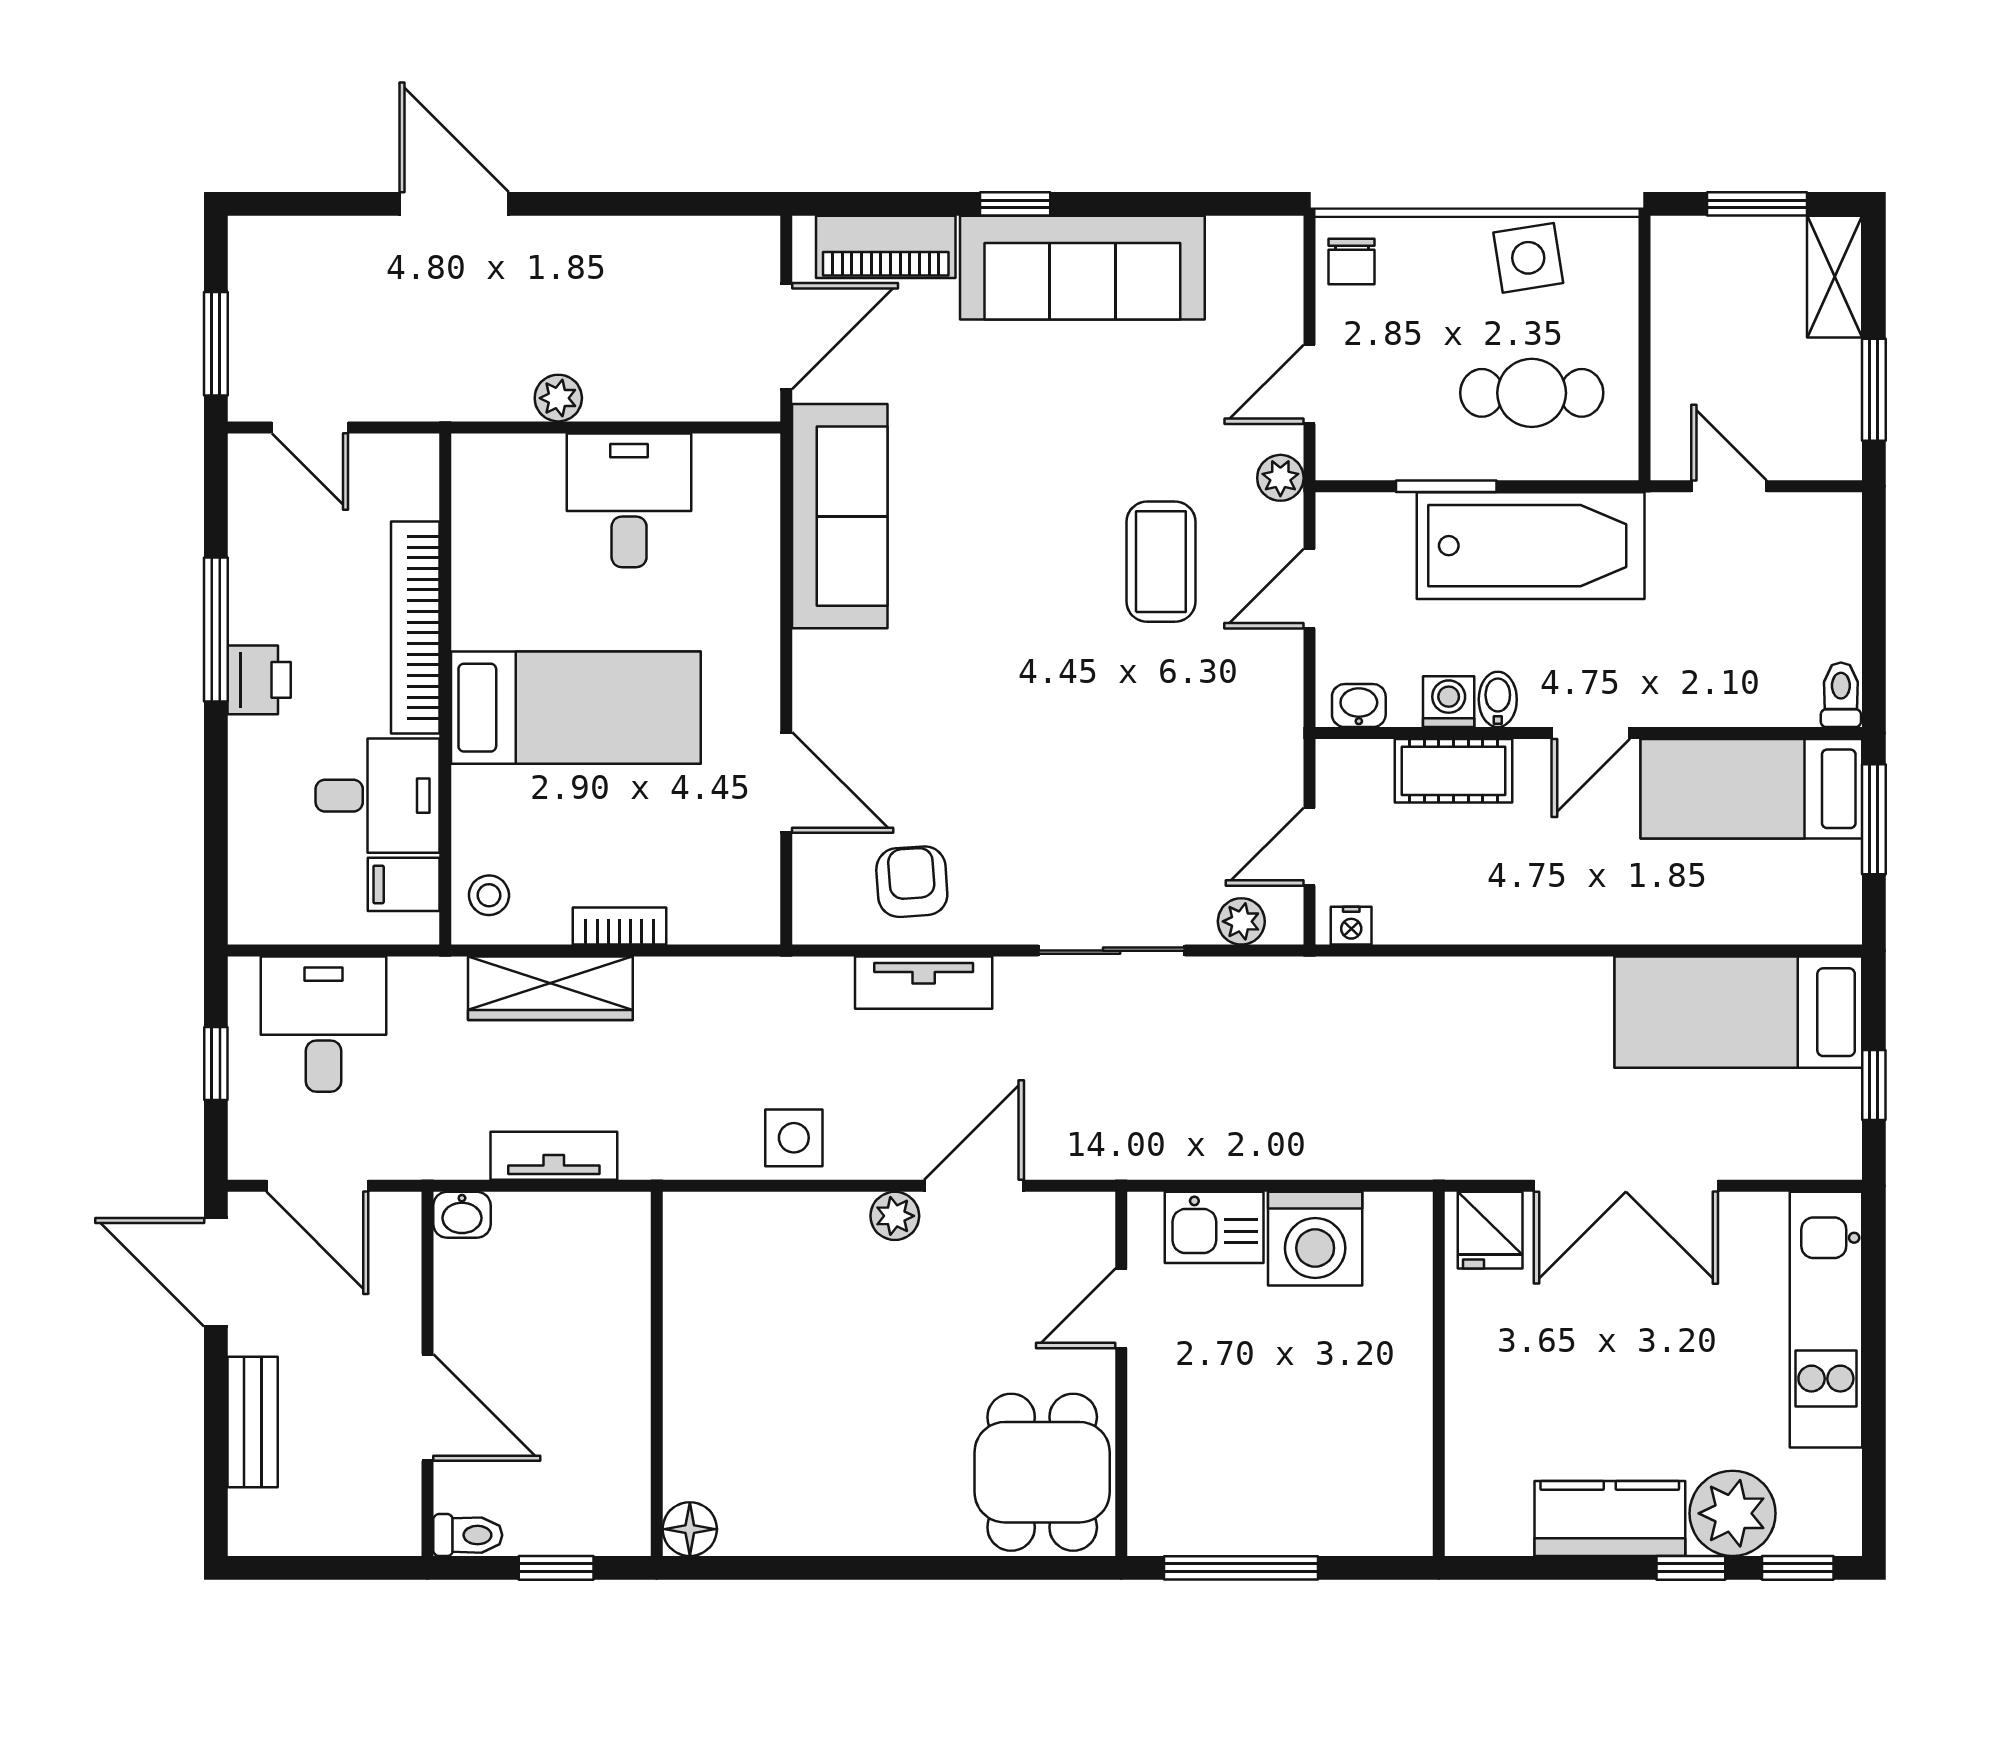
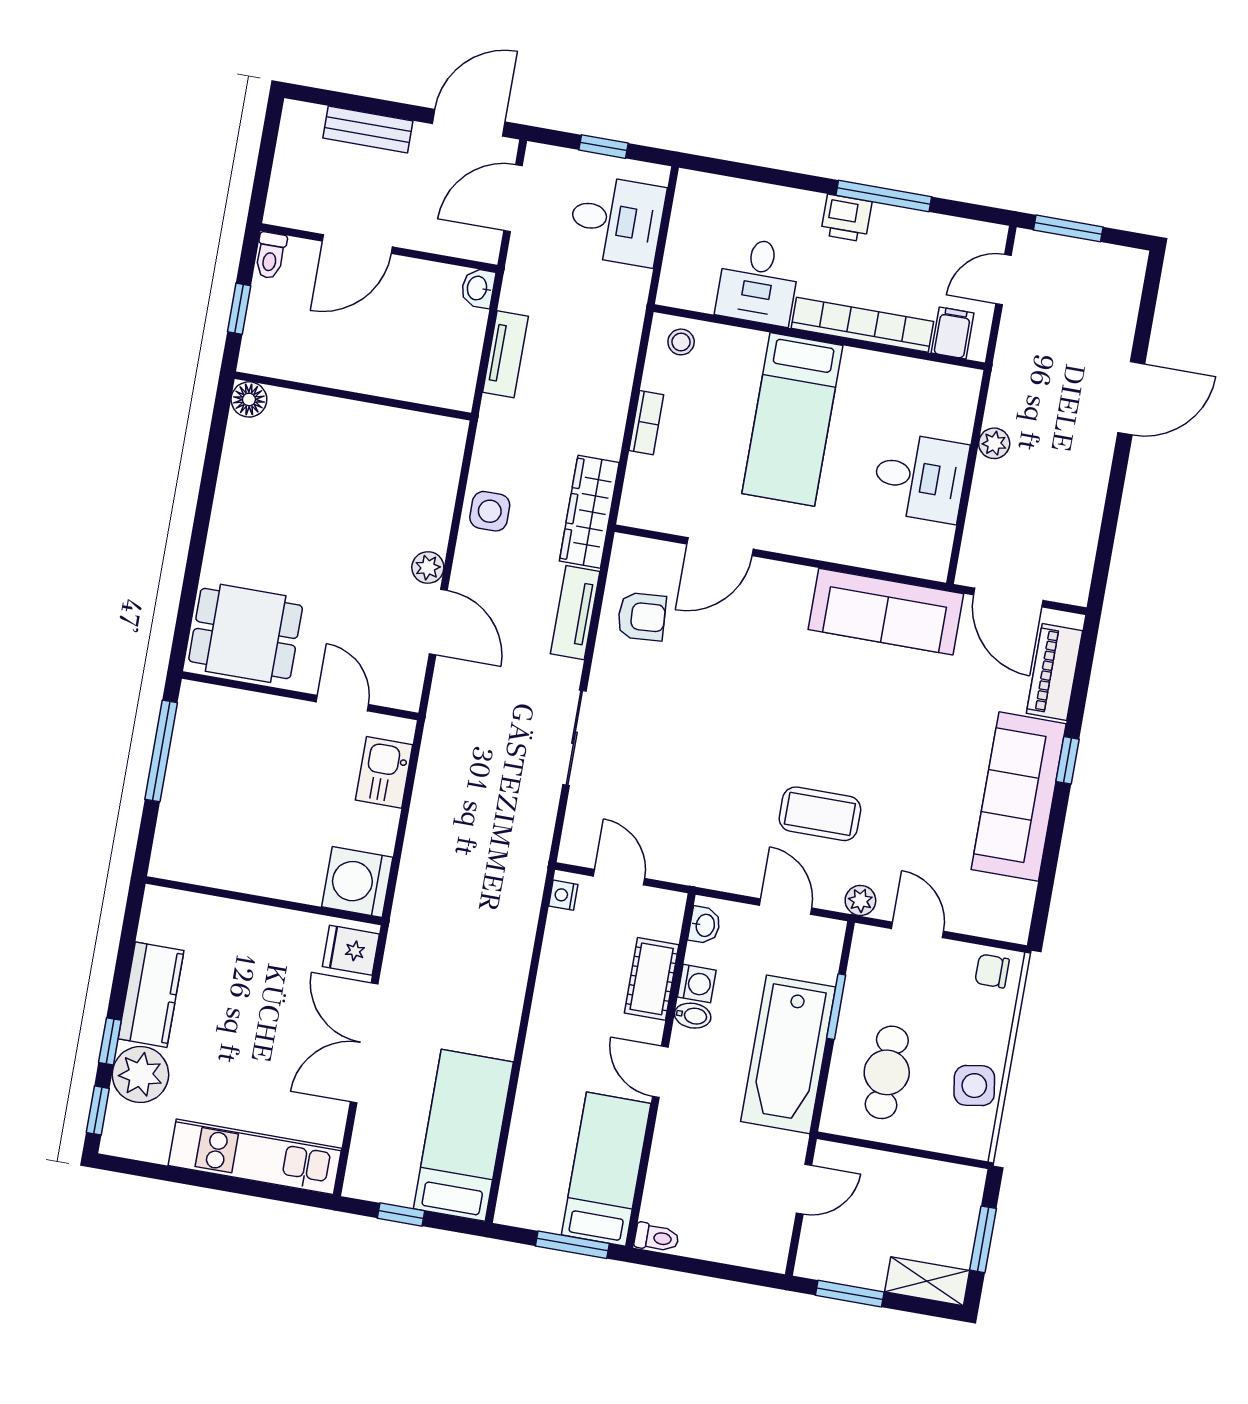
filing cabinet: (404, 884) -> (953, 333), moved
plant: (1241, 921) -> (579, 825), removed
wardrobe: (550, 988) -> (589, 512), moved
washing machine: (1315, 1239) -> (357, 882), moved

